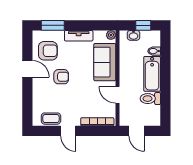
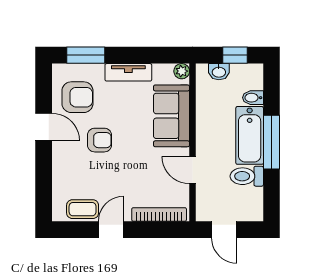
window: (165, 78) -> (272, 142), added
door: (68, 131) -> (111, 230), swing flipped

